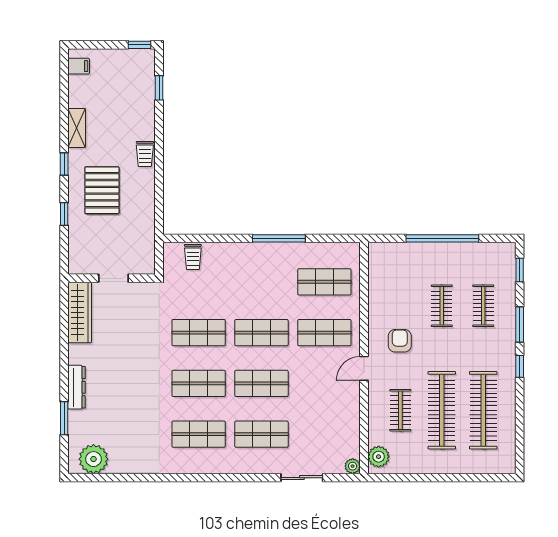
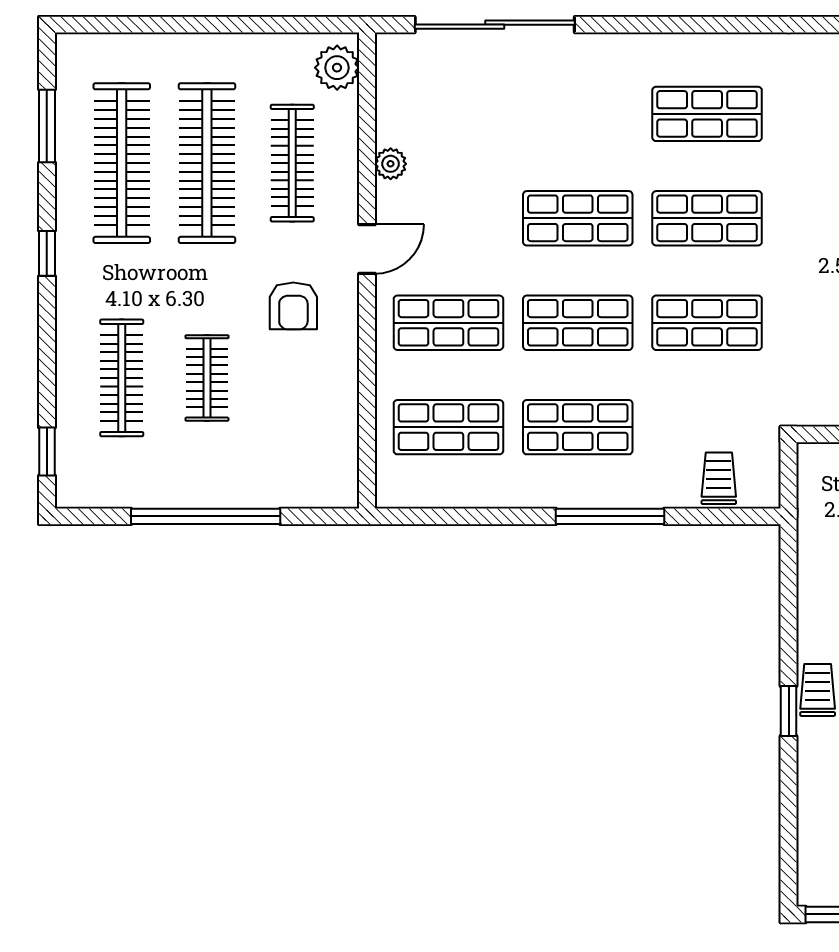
window: (159, 88) -> (789, 711), moved
window: (279, 238) -> (610, 516), moved
clothes rail: (483, 306) -> (122, 378), width x1.36
window: (520, 325) -> (47, 126), moved
clothes rail: (400, 410) -> (292, 163), width x1.36
shop shelf: (261, 434) -> (578, 427), moved
plant: (353, 466) -> (391, 164), moved
sliding door: (302, 478) -> (495, 25), width x1.86

